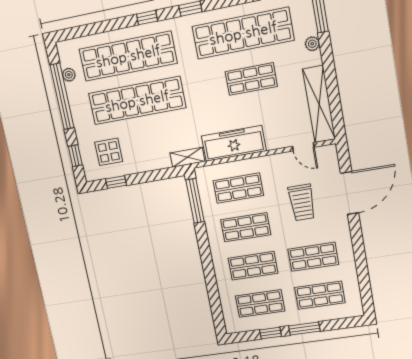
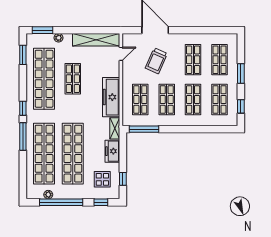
window: (147, 18) -> (23, 137), width x2.17
freezer: (153, 160) -> (112, 151), added
trolley: (302, 202) -> (156, 61), turned 114
window: (270, 333) -> (241, 106), moved

